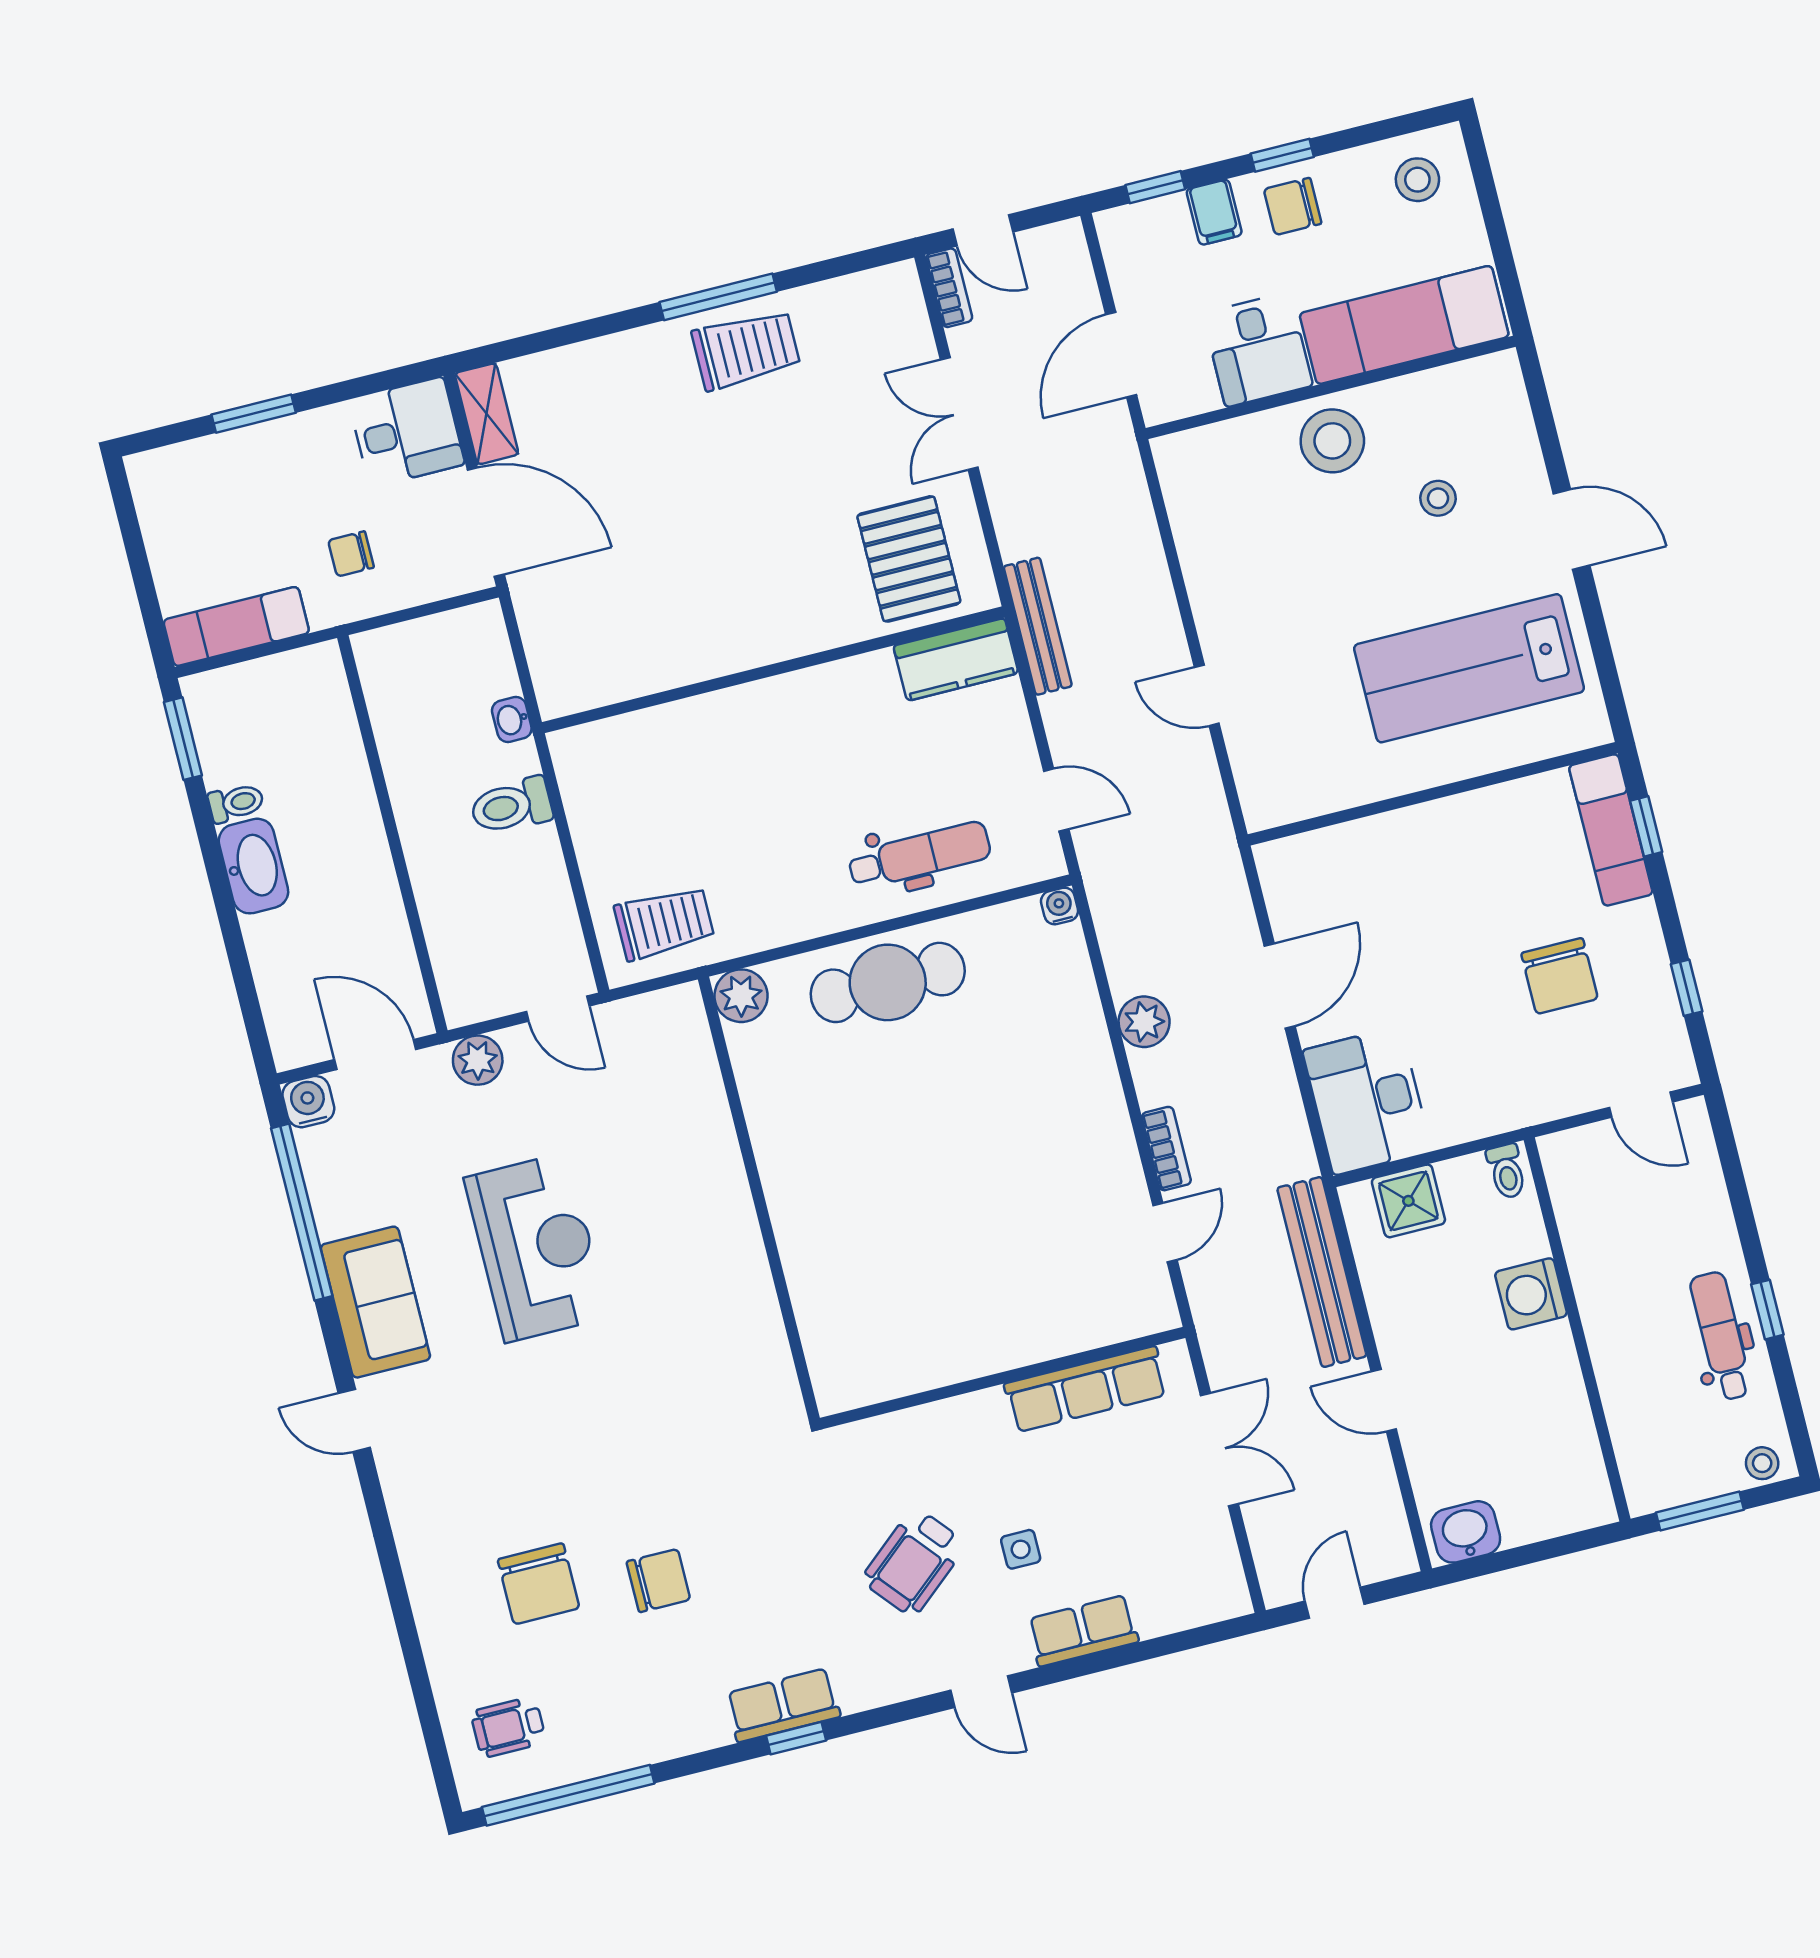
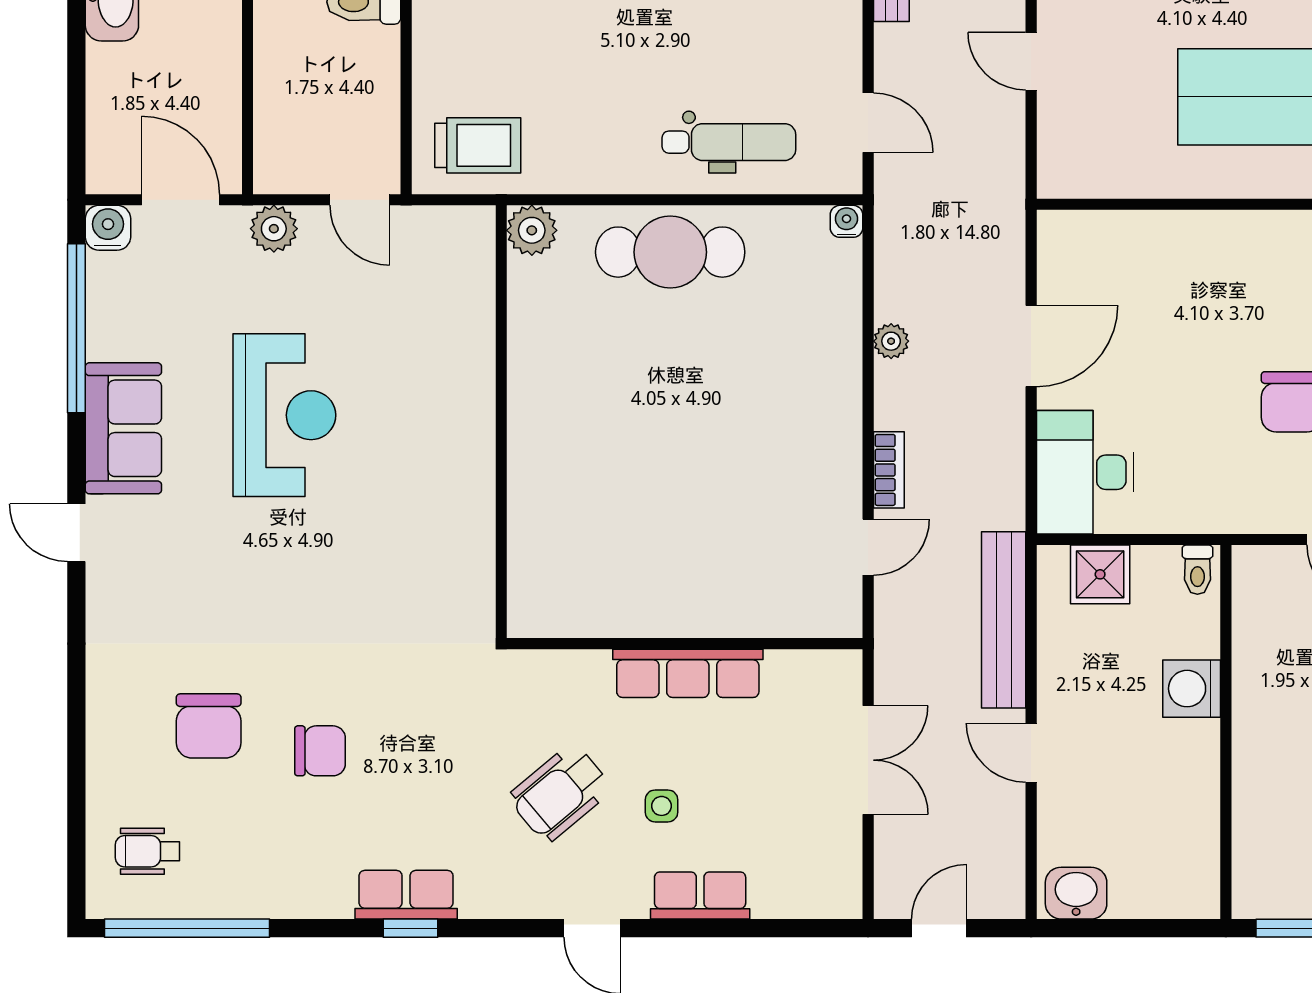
plant: (1144, 1022) -> (891, 341), width x0.73, depth x0.73
row of seats: (1086, 1389) -> (688, 673), moved

